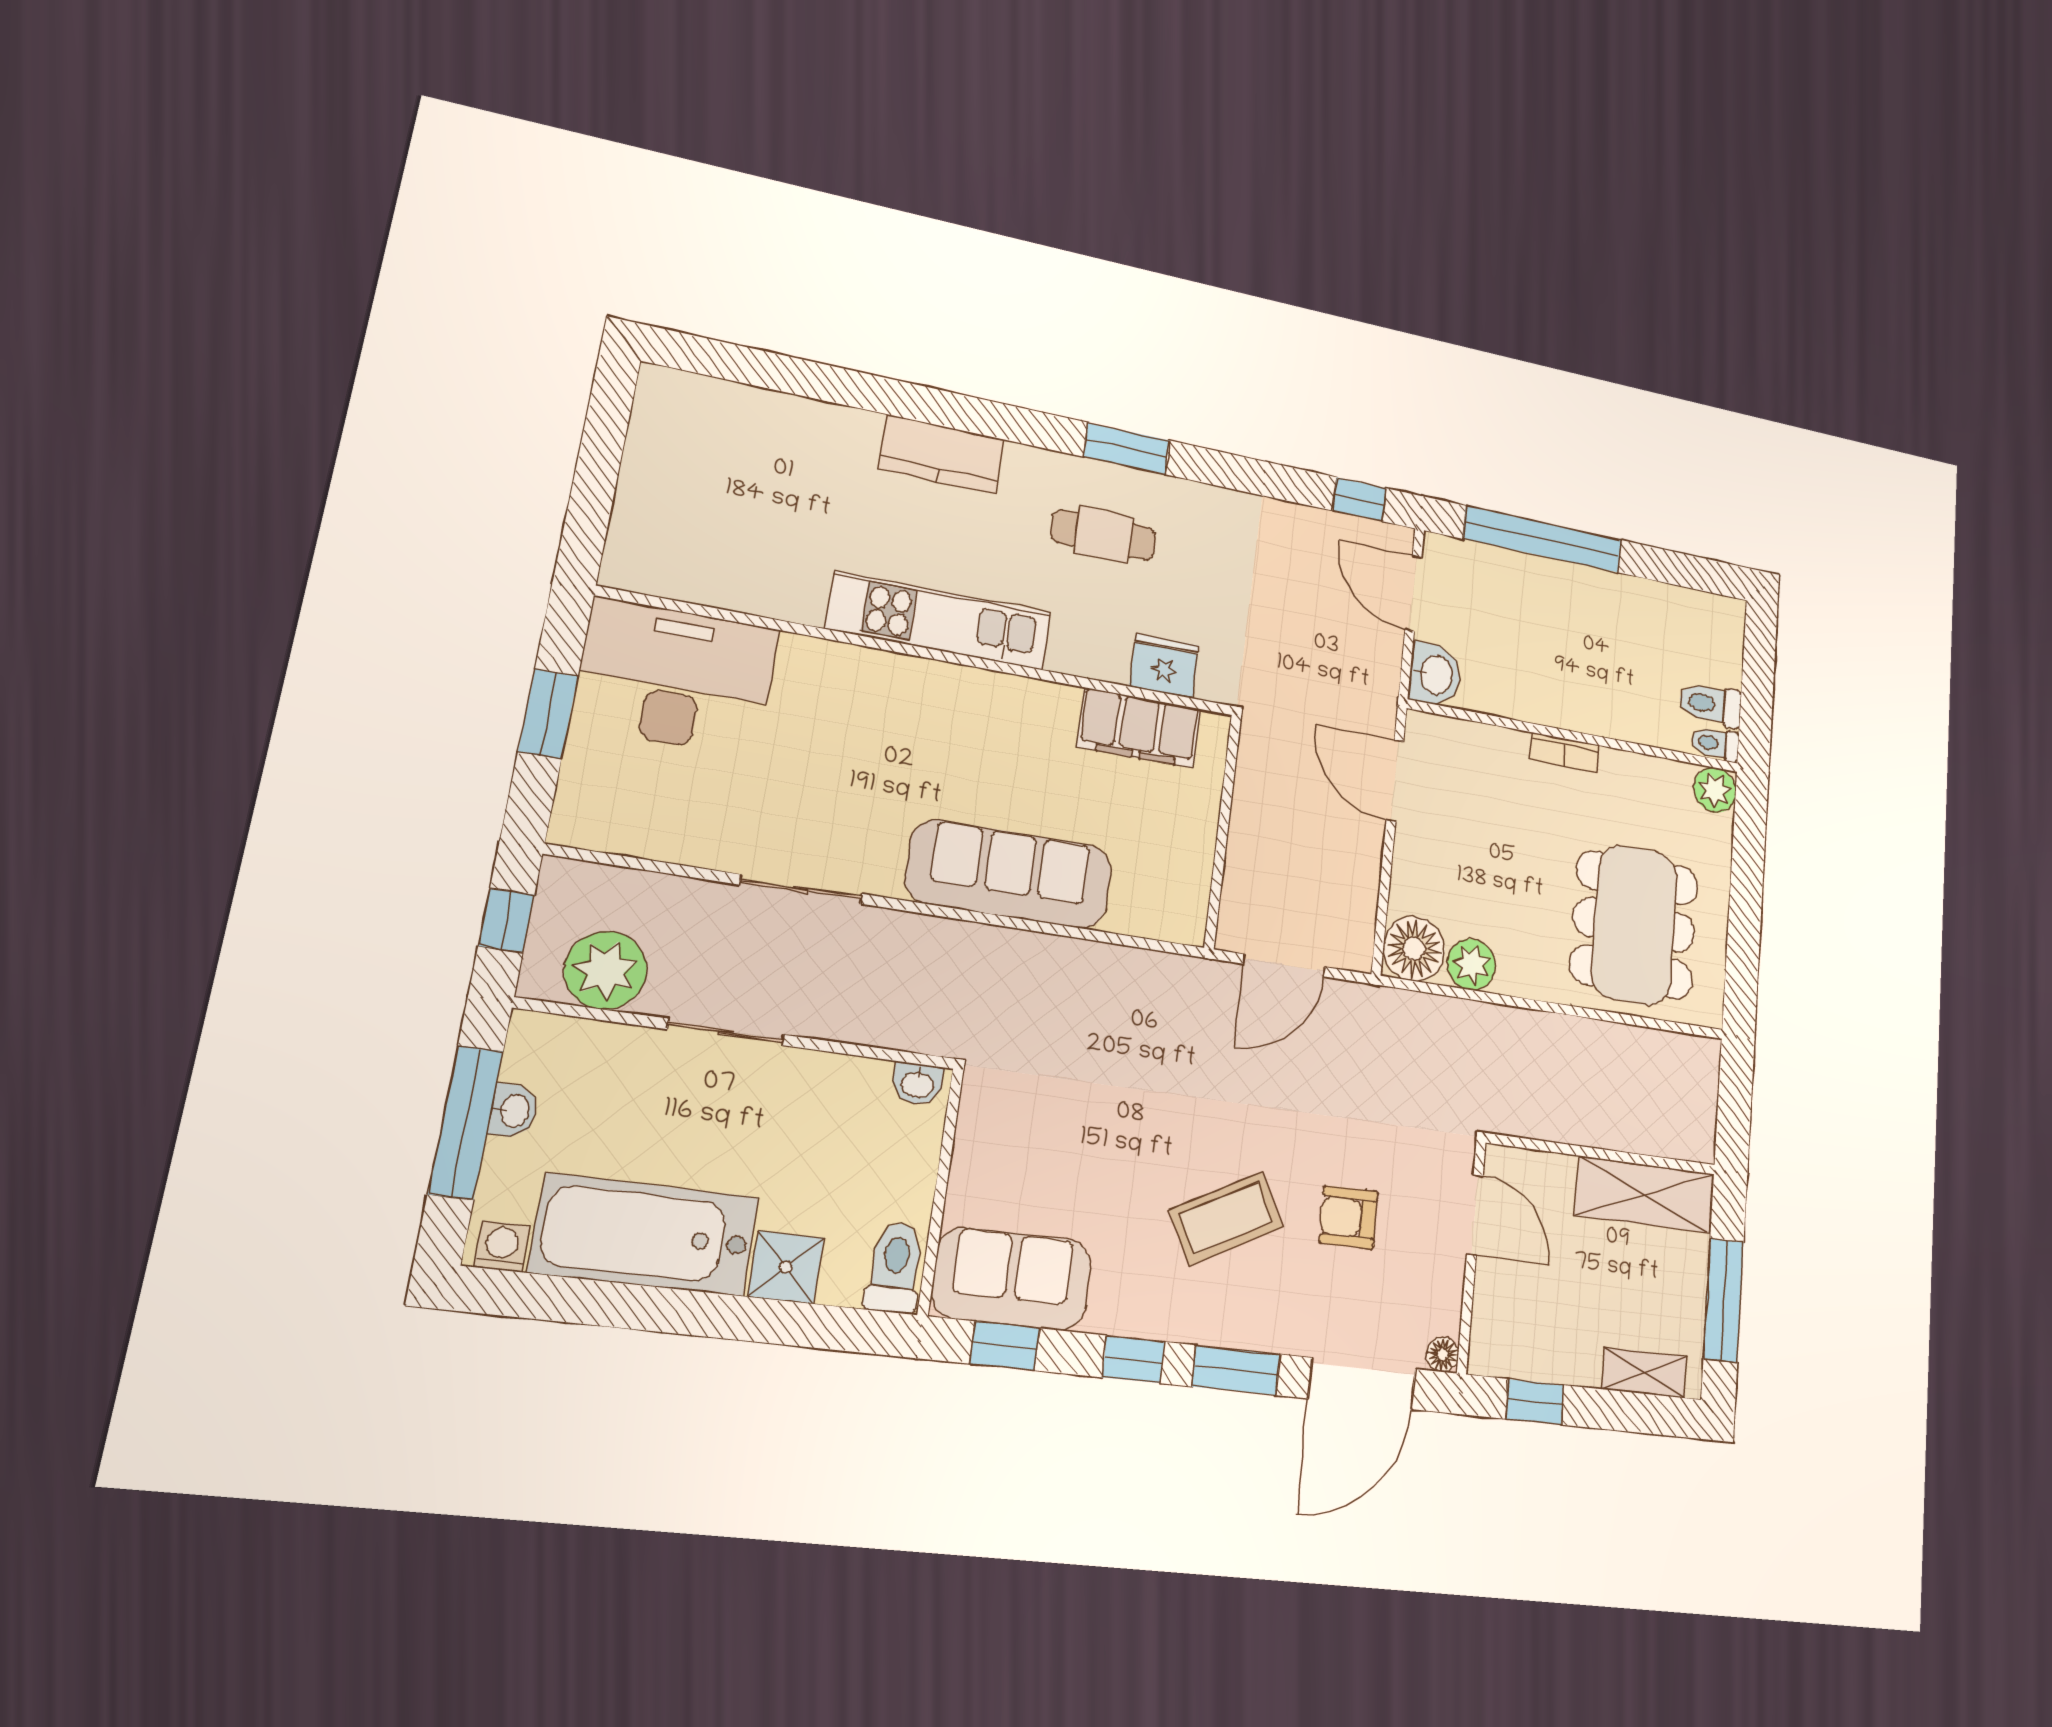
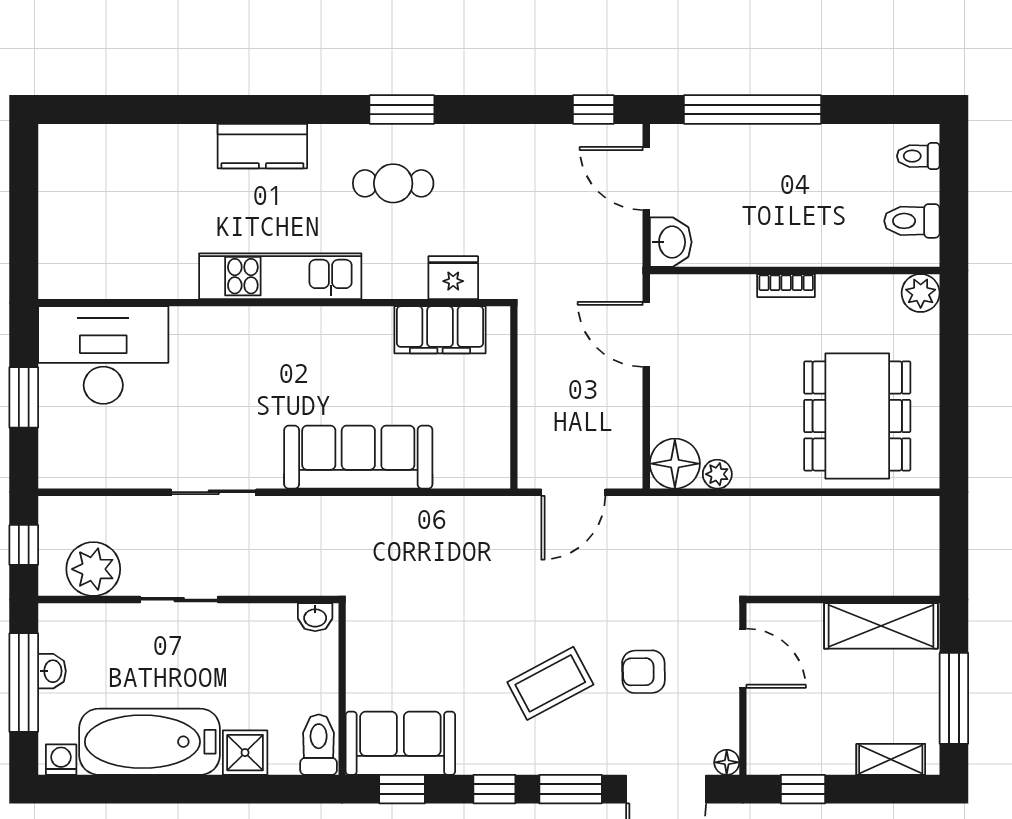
toilet: (1715, 744) -> (918, 156), moved
plant: (1471, 964) -> (717, 474), width x0.73, depth x0.73

